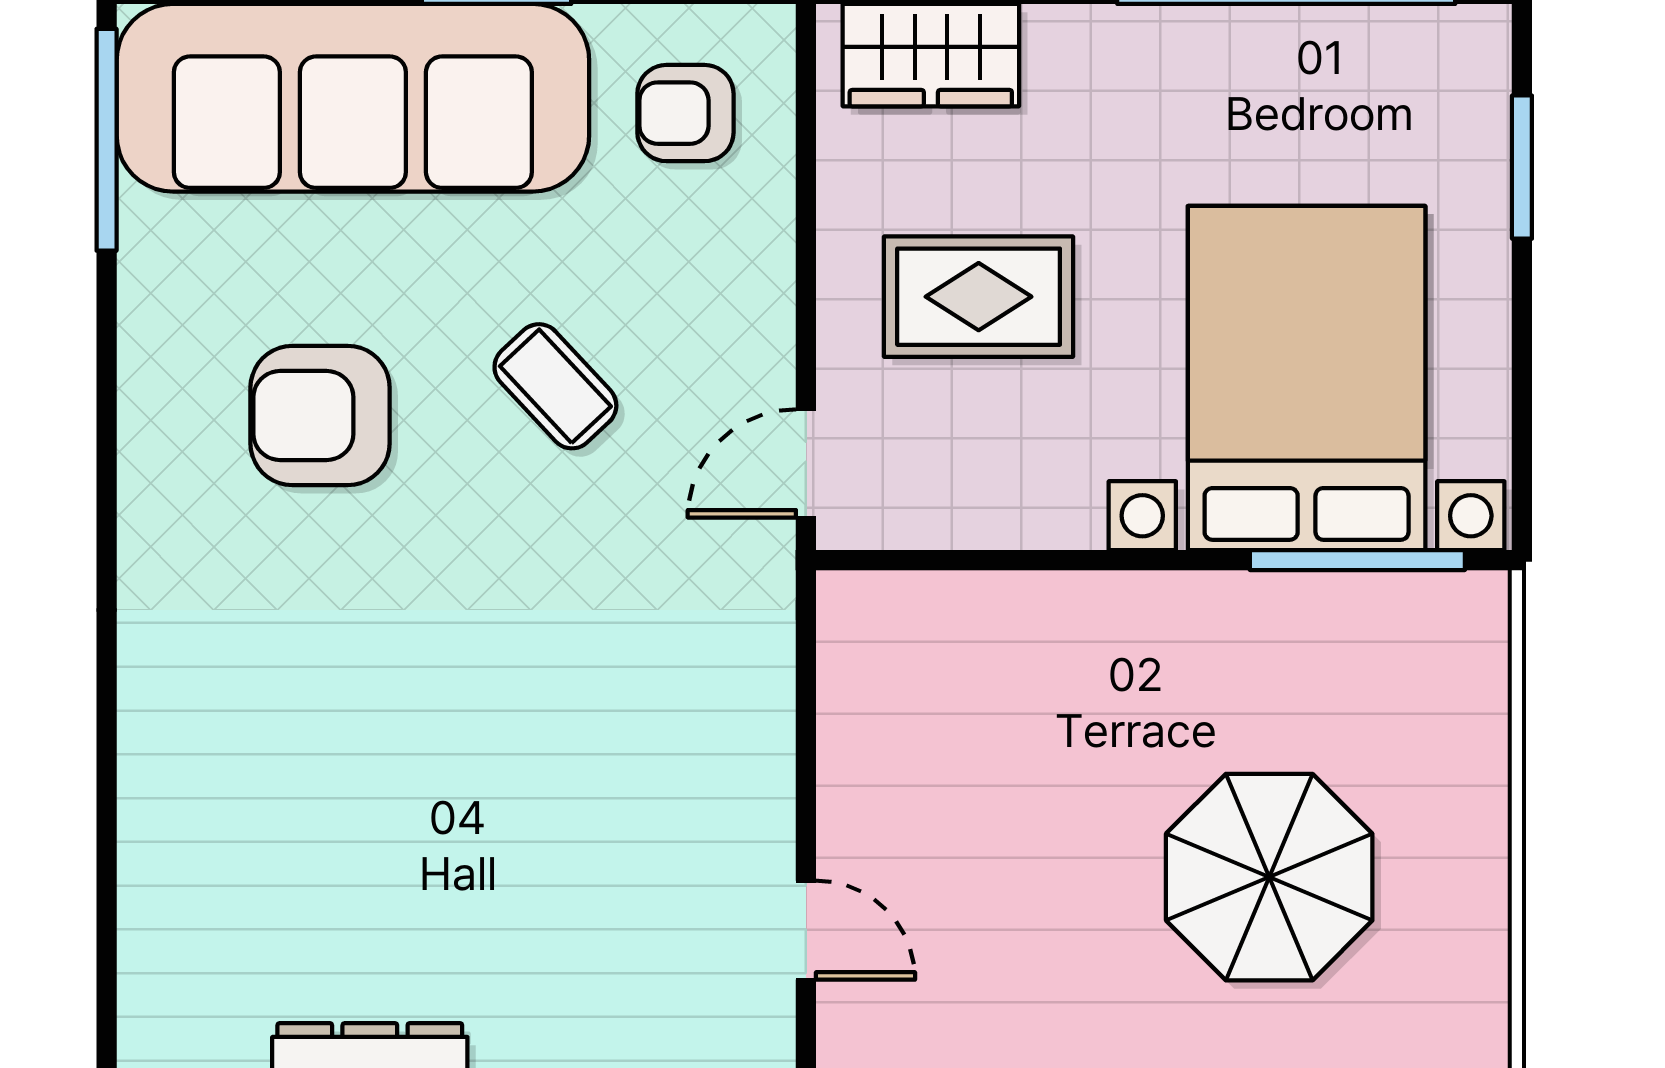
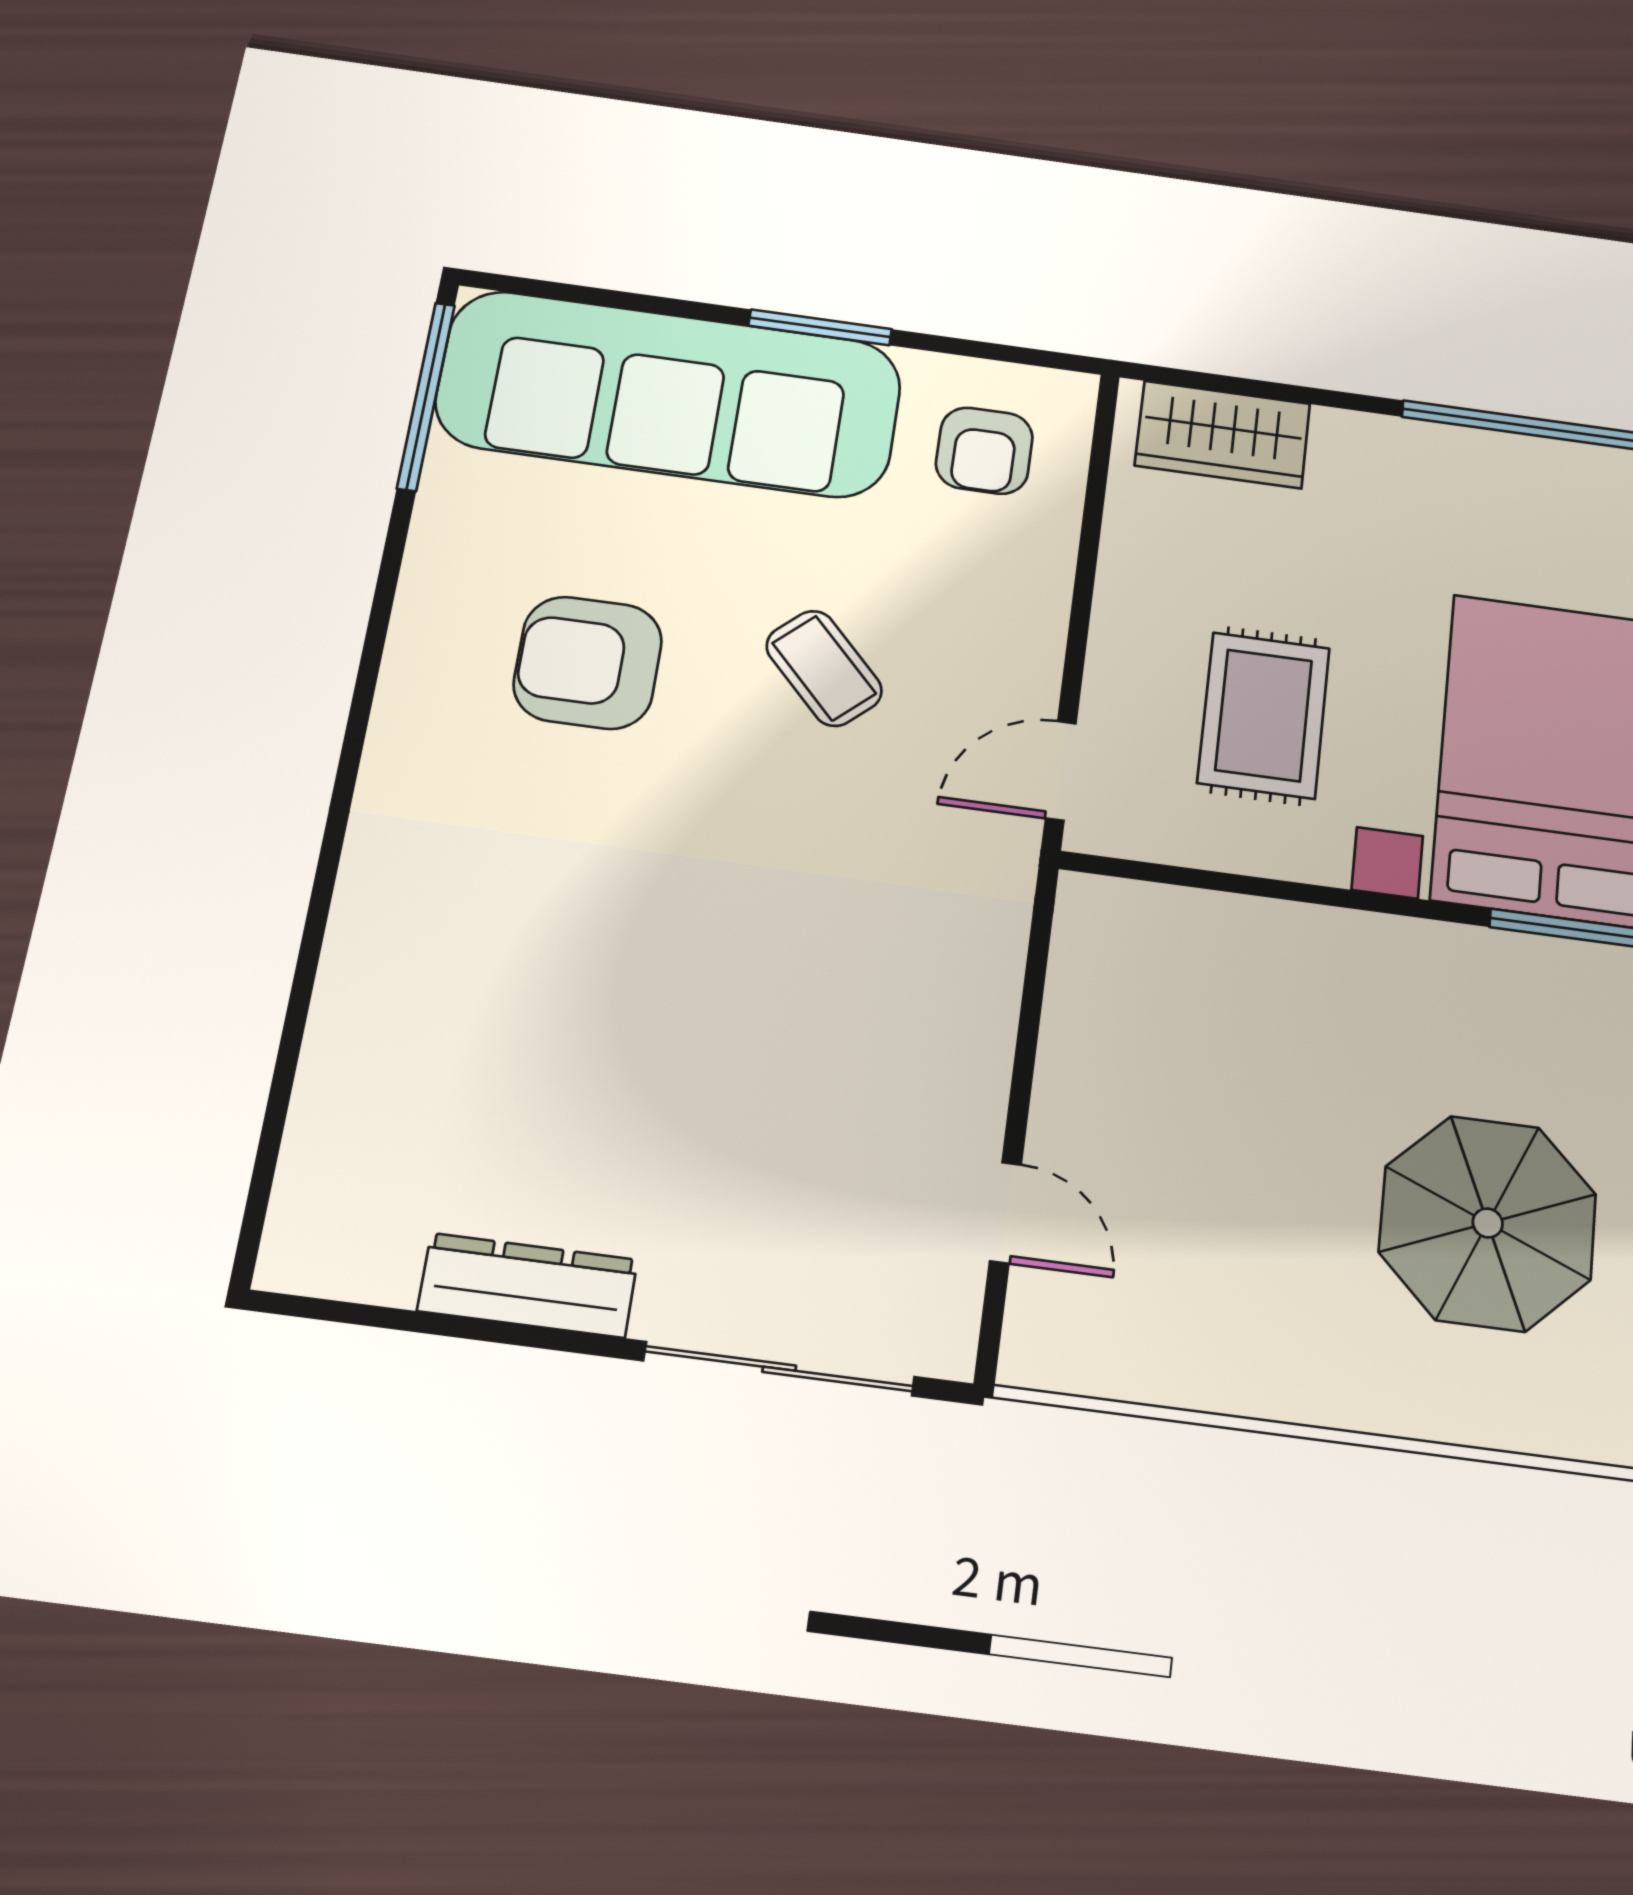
armchair: (685, 113) -> (984, 451), turned -90
rug: (979, 297) -> (1264, 715), moved, turned 90

